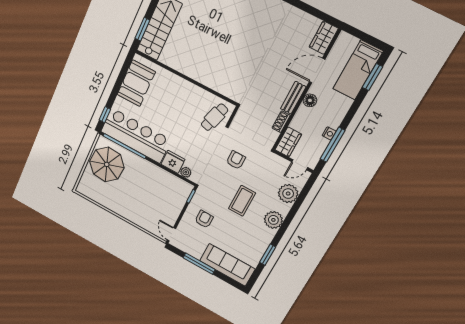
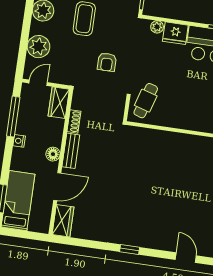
nightstand: (329, 133) -> (19, 141), moved

